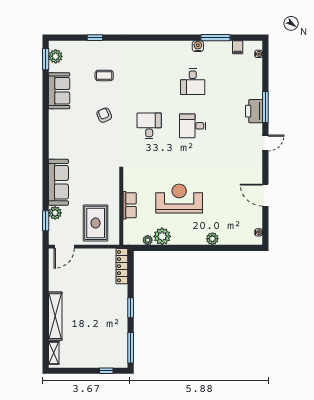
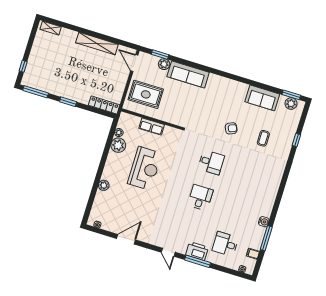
desk: (193, 82) -> (225, 244), moved
shelving: (55, 316) -> (97, 44), moved

